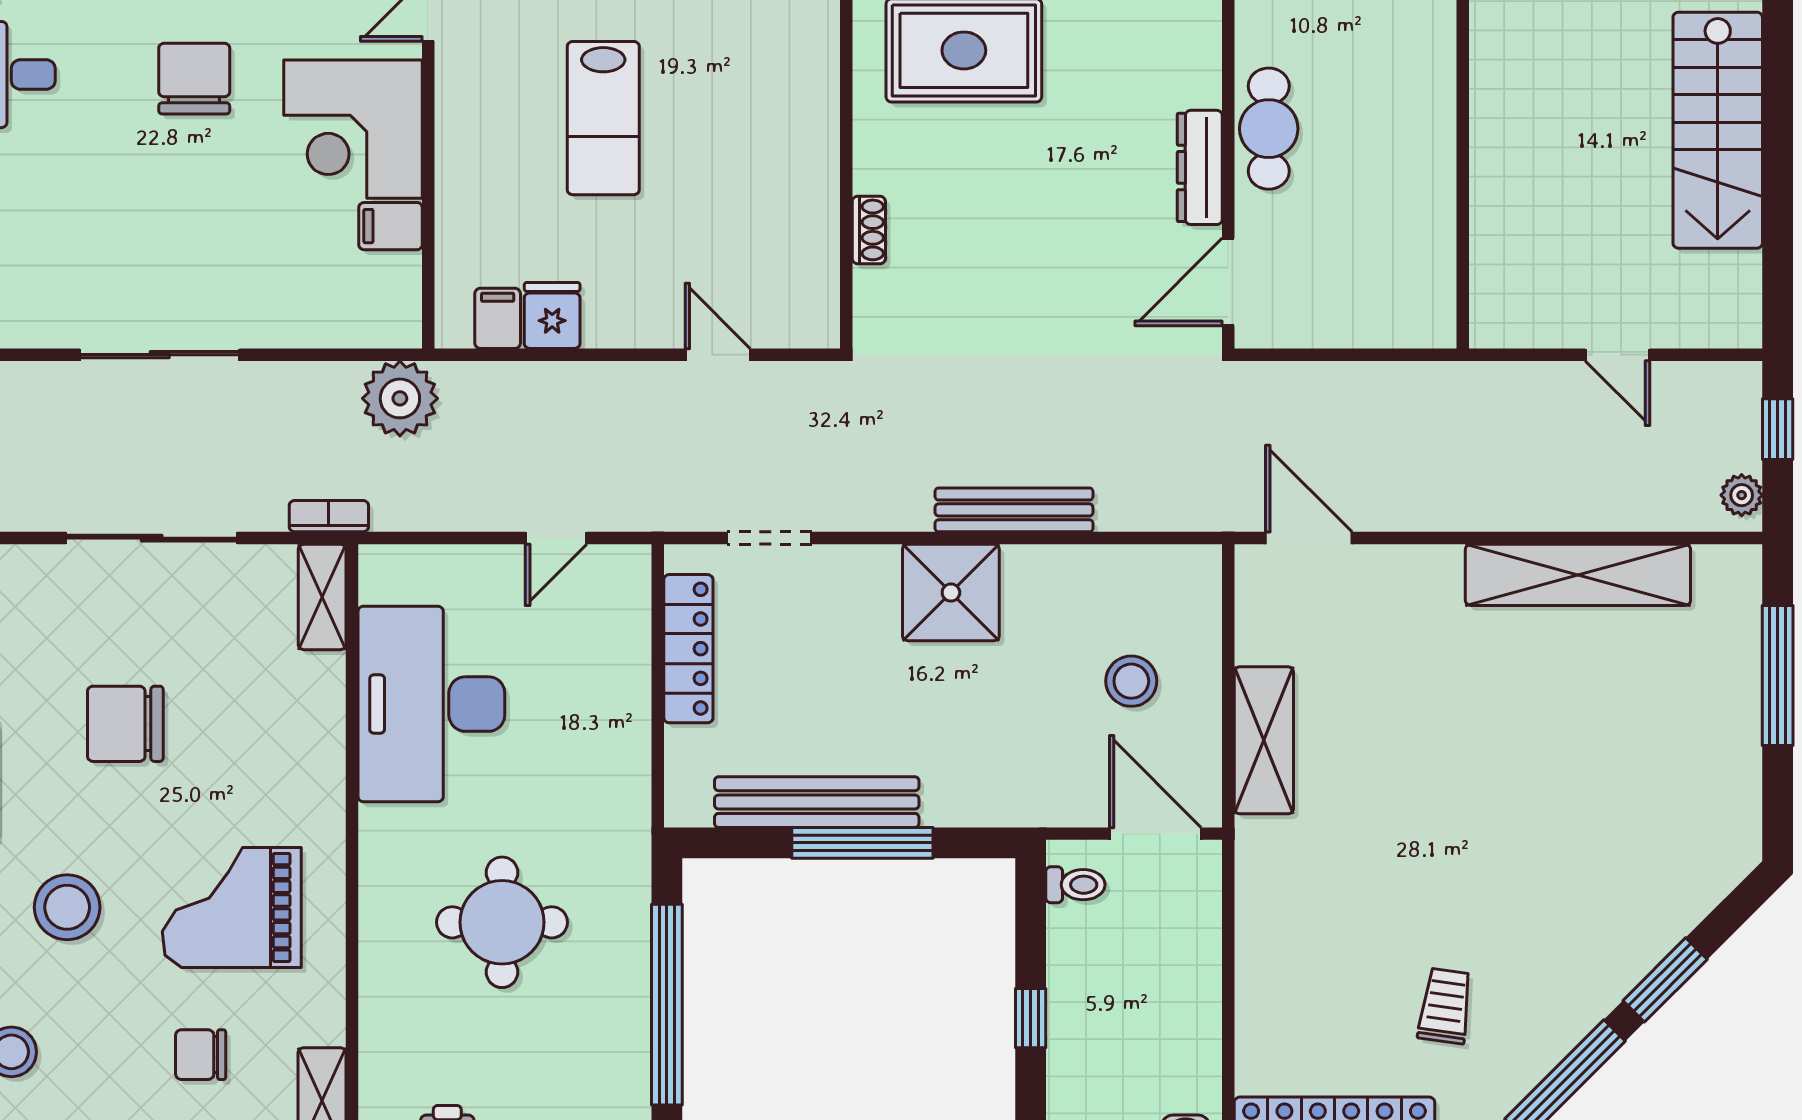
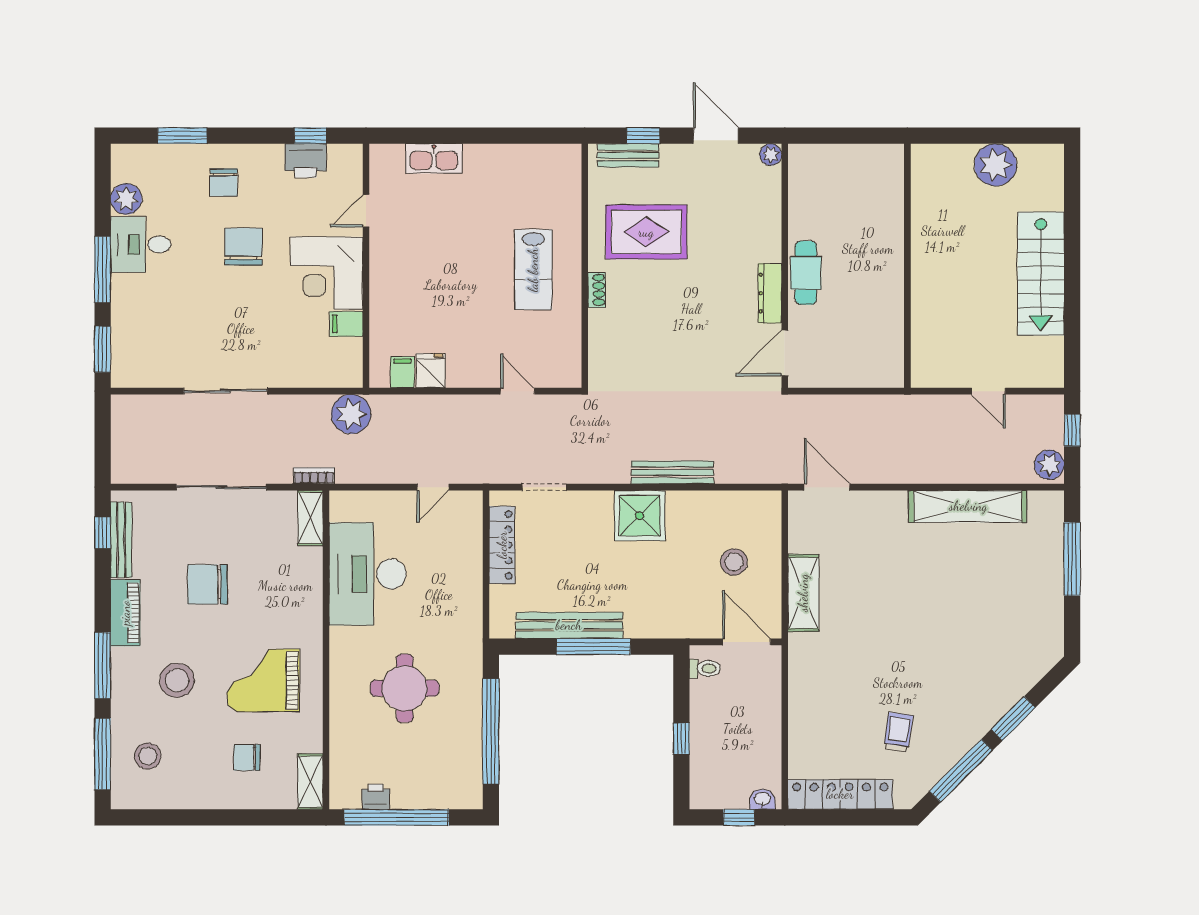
lab bench: (603, 118) -> (533, 270), moved
shoe rack: (869, 230) -> (597, 290), moved
plant: (1742, 495) -> (1049, 465), width x1.38, depth x1.38

